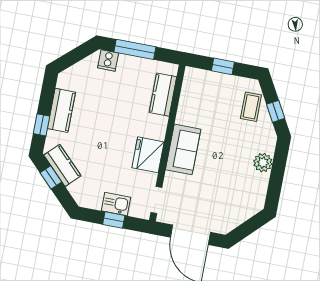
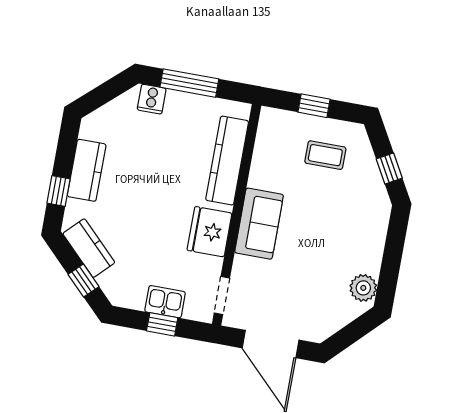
kitchen counter: (163, 95) -> (227, 161), width x1.50
coffee table: (251, 107) -> (325, 155), moved, turned 90
plant: (263, 163) -> (363, 288), moved
window: (51, 177) -> (83, 280), moved

